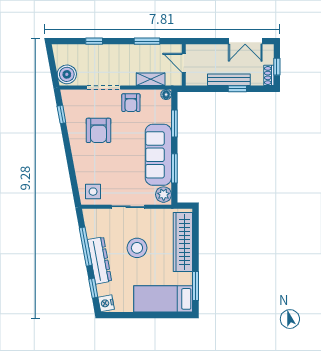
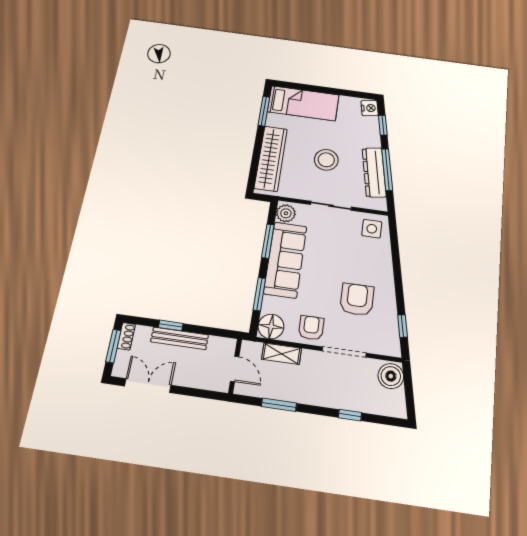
window: (277, 67) -> (113, 346), width x1.50
floor lamp: (166, 95) -> (271, 326), width x1.89, depth x1.89
dresser: (100, 260) -> (374, 172), moved

